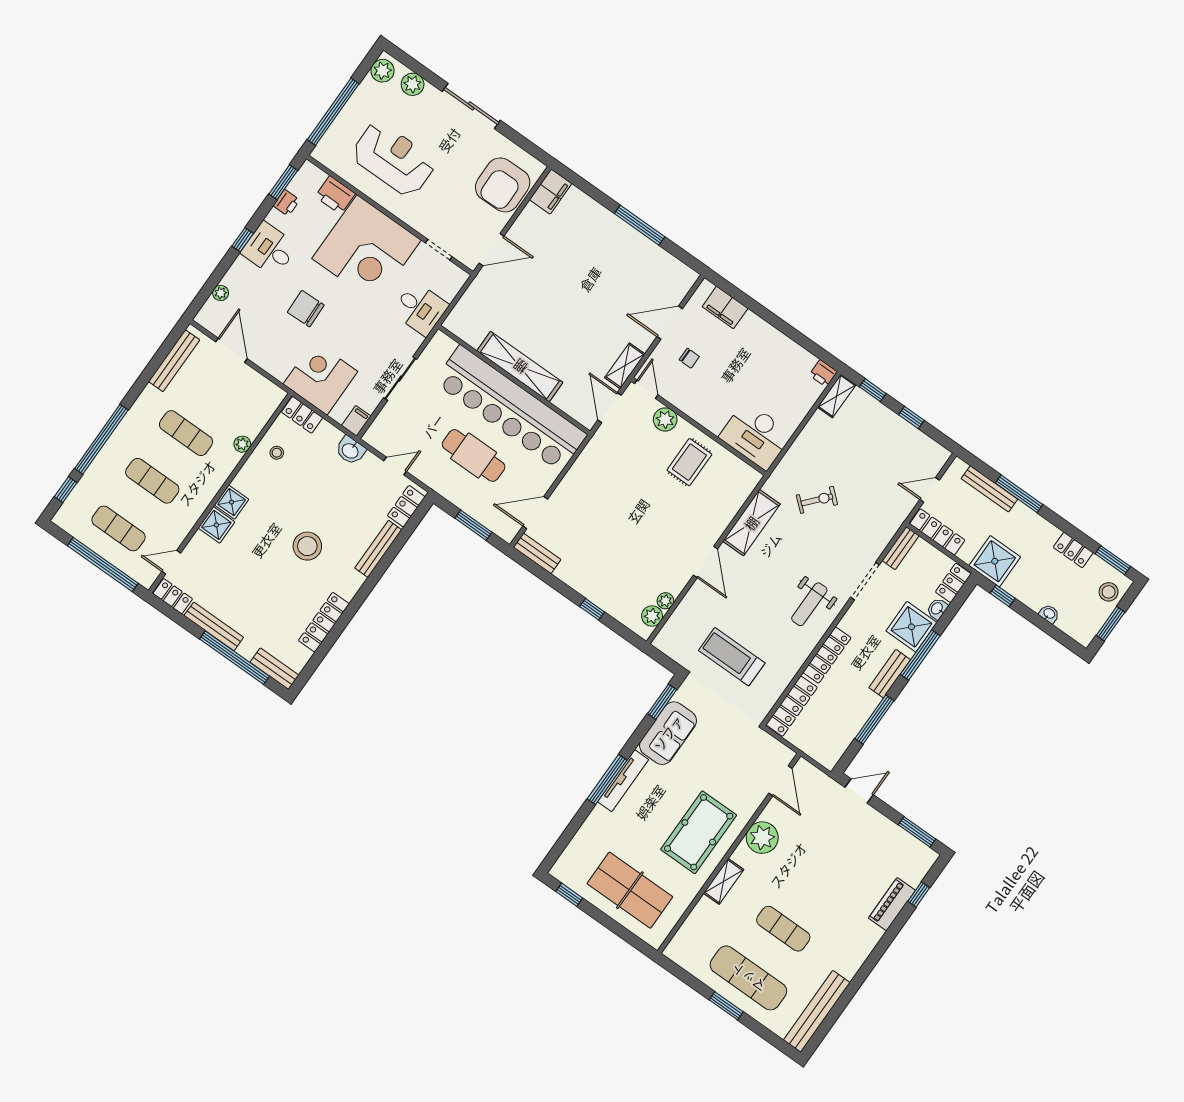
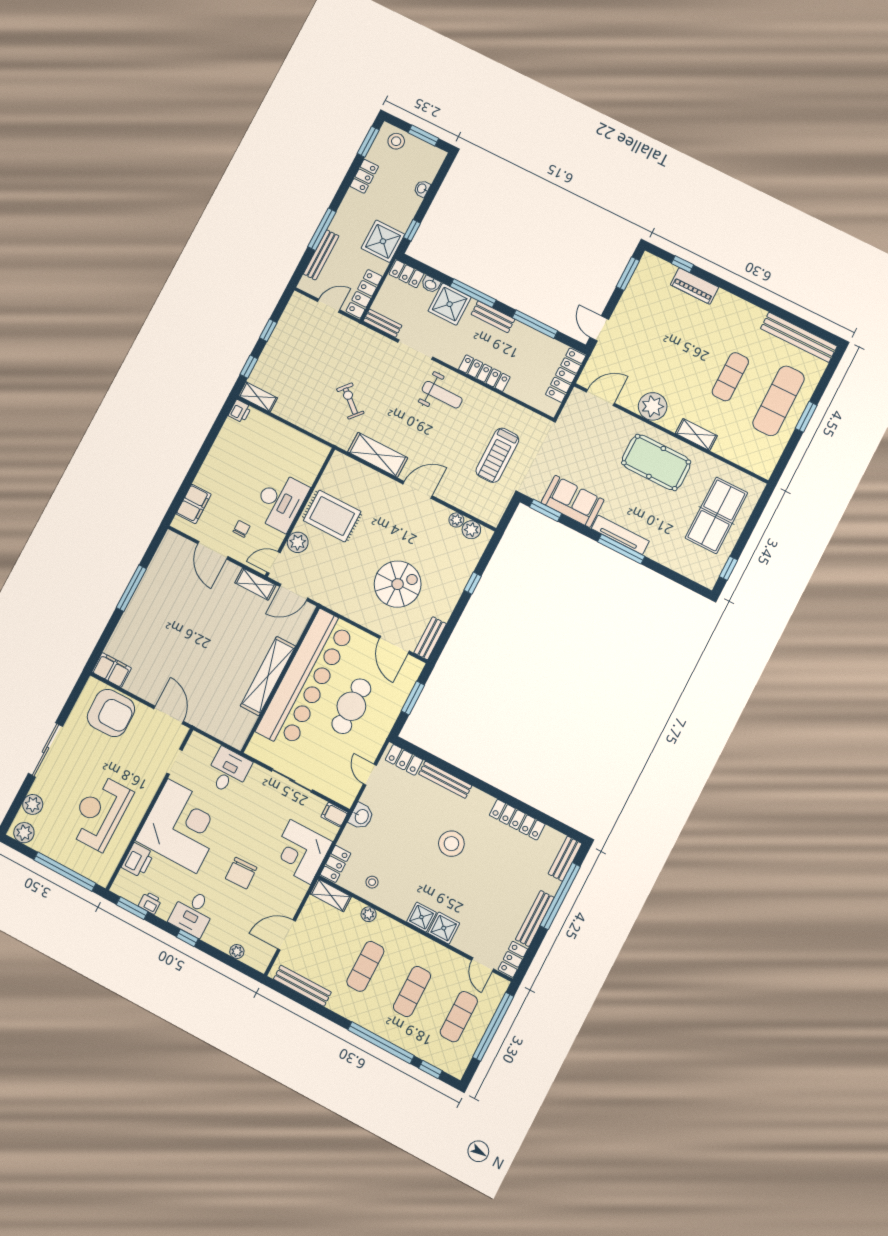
shelving: (268, 405) -> (331, 895), added
desk: (756, 435) -> (280, 502), moved
rug: (689, 462) -> (332, 516), width x1.36, depth x1.43
door: (930, 490) -> (329, 306), swing flipped
spiral stairs: (603, 525) -> (398, 584), added
locker: (792, 706) -> (566, 375), moved, turned -90

